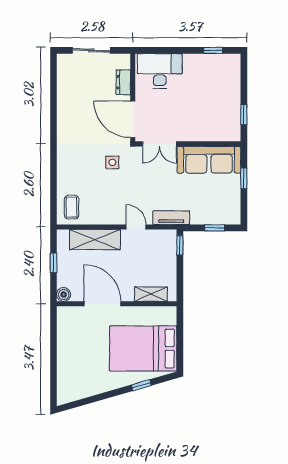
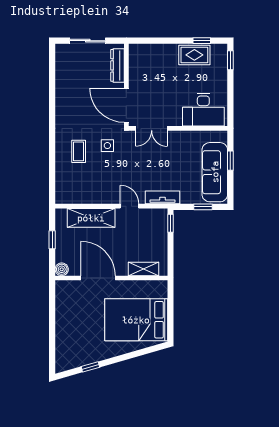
rug: (205, 66) -> (194, 55), added
desk: (160, 71) -> (203, 110), moved, turned 180
dresser: (123, 82) -> (117, 65), width x1.44
window: (244, 115) -> (230, 60), moved
sofa: (209, 160) -> (215, 172), moved, turned 90
coffee table: (72, 207) -> (79, 151), moved
window: (141, 385) -> (90, 367), moved

